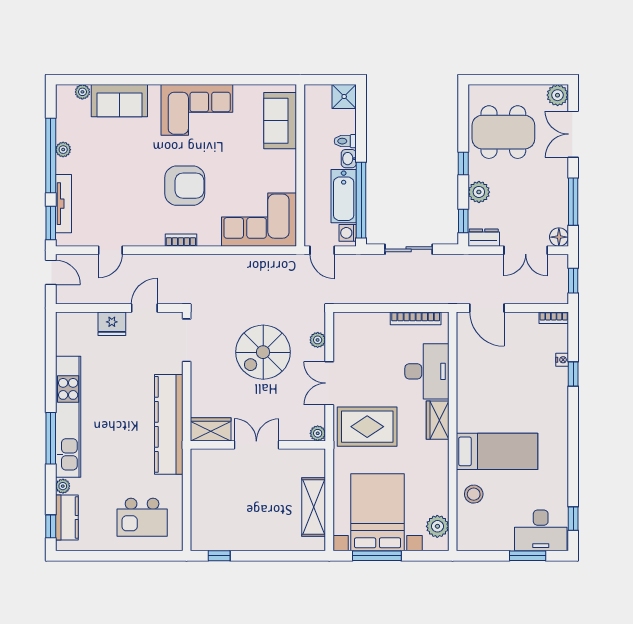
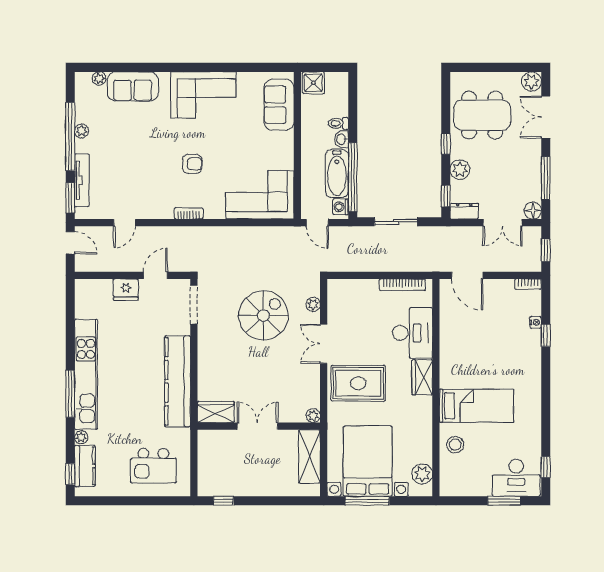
shower: (344, 97) -> (313, 83), moved
armchair: (185, 186) -> (192, 164), width x0.53, depth x0.53
spiral stairs: (263, 352) -> (263, 315), turned 180
wardrobe: (211, 429) -> (216, 412), moved
plant: (318, 433) -> (313, 416), moved
double door: (256, 445) -> (257, 426), moved
wall: (258, 445) -> (259, 426), moved

